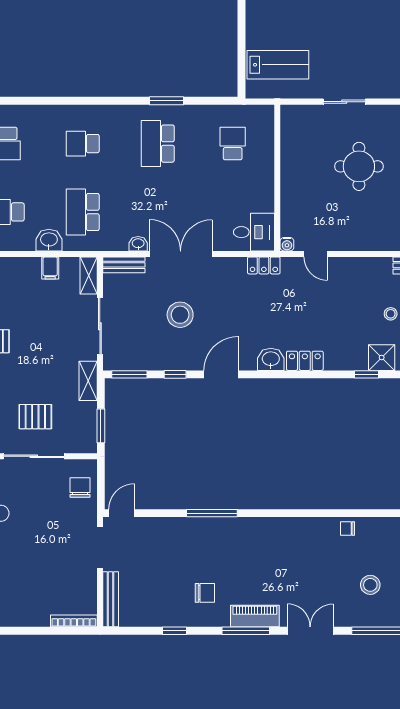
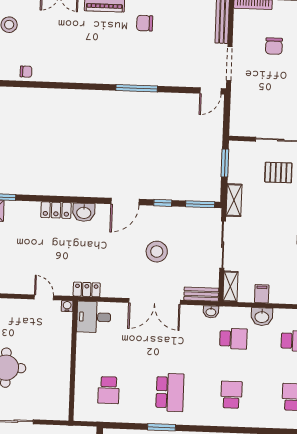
school desk: (83, 144) -> (231, 395), turned -90
school desk: (83, 212) -> (233, 339), width x0.54
washbasin: (138, 244) -> (211, 312), moved
chair: (80, 488) -> (274, 46), moved

